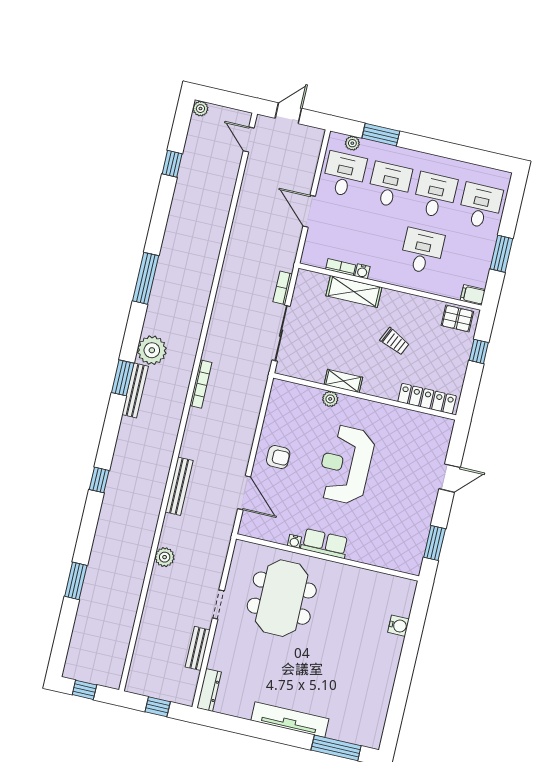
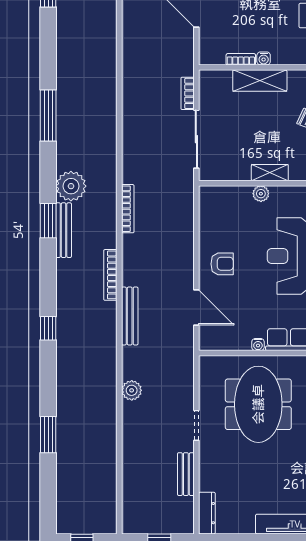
bookcase: (170, 443) -> (110, 275), added

